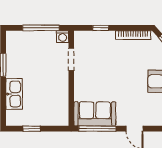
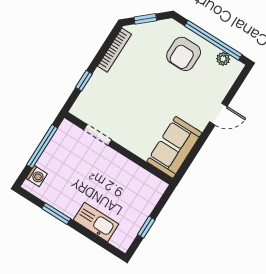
washing machine: (62, 37) -> (37, 176), moved
window: (97, 129) -> (192, 155), removed

